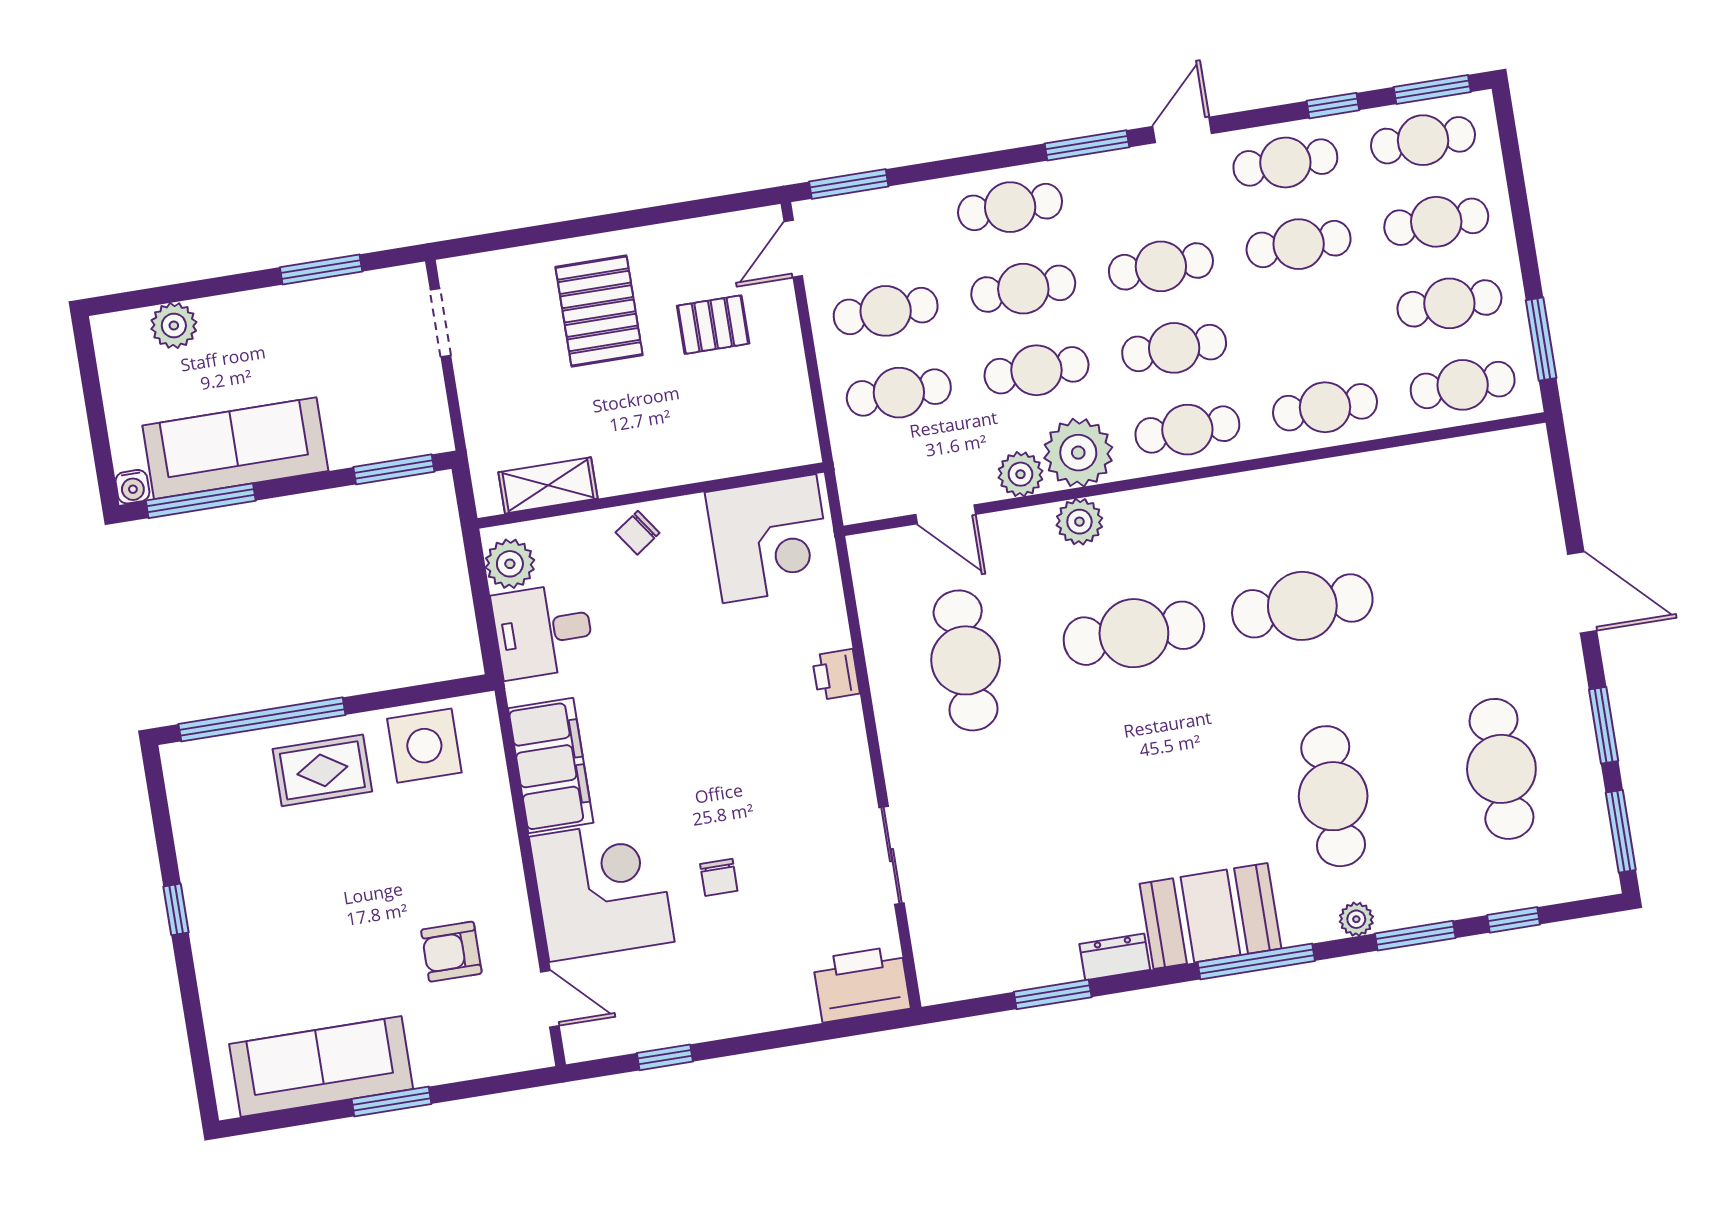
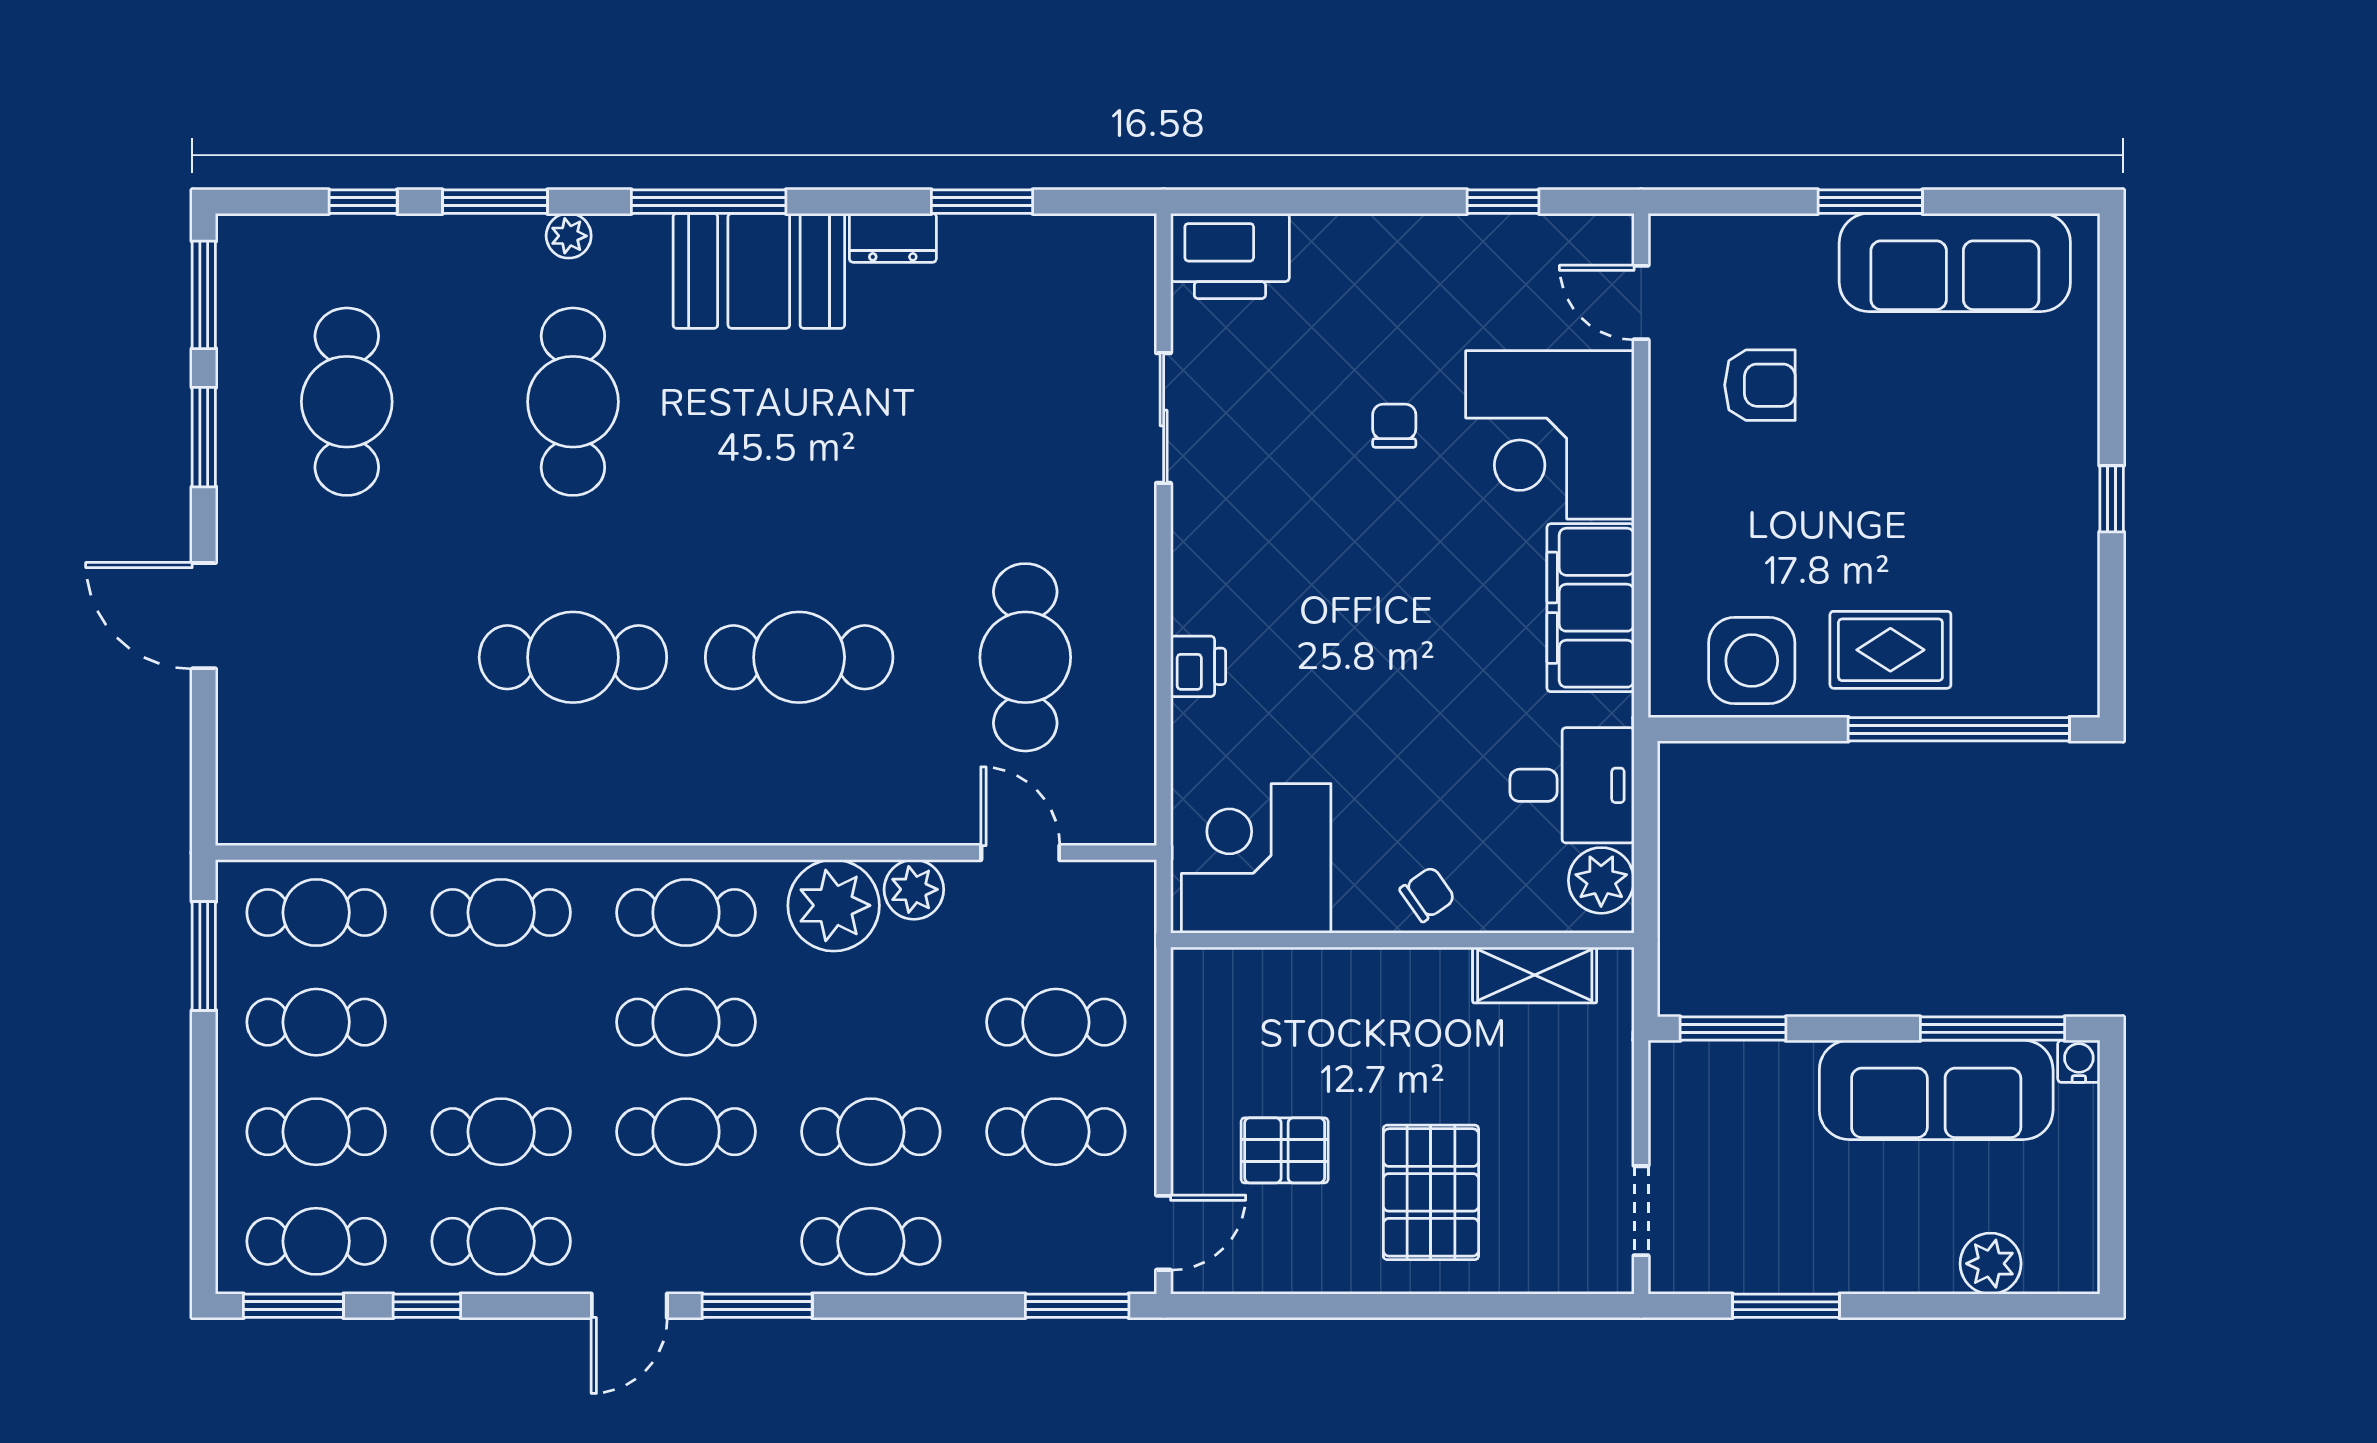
cafe table: (1036, 370) -> (871, 1022), removed
plant: (1079, 522) -> (847, 815), removed

